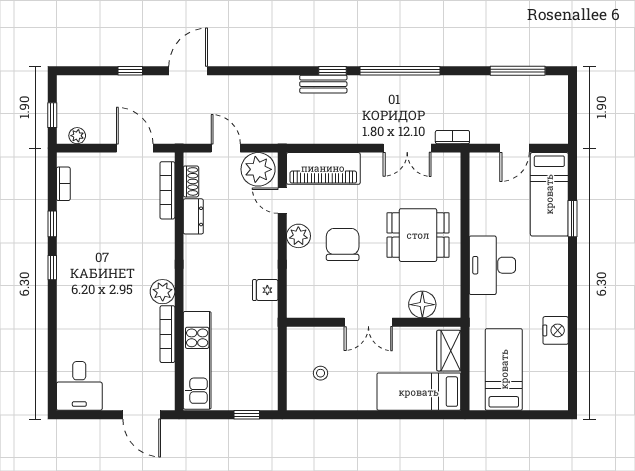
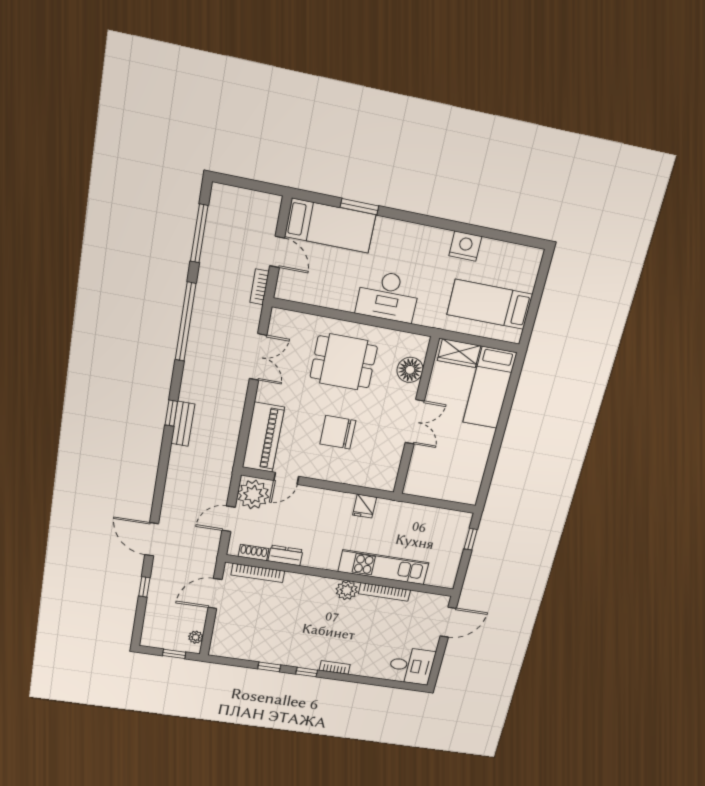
window: (400, 71) -> (186, 322), moved
bookcase: (452, 137) -> (259, 287), moved
bookcase: (63, 184) -> (335, 667), moved
dining table: (418, 235) -> (344, 362), turned 90
plant: (298, 236) -> (322, 470), removed
kitchen unit: (197, 360) -> (384, 567), moved
stool: (321, 373) -> (450, 472), removed

